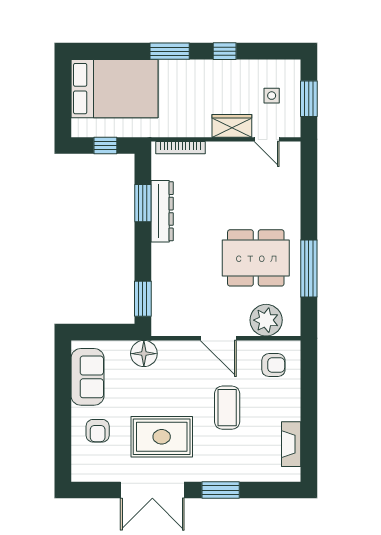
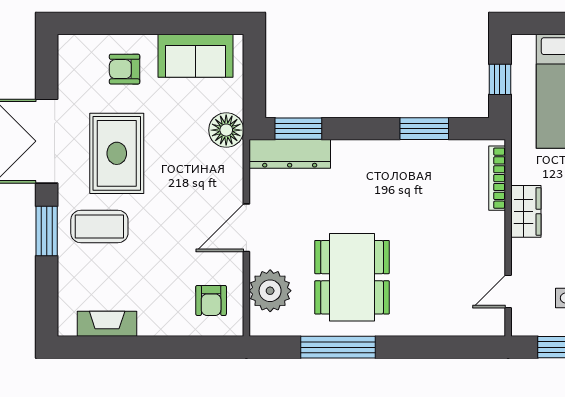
wardrobe: (232, 126) -> (526, 211), moved
dresser: (162, 211) -> (290, 154), moved
coffee table: (227, 408) -> (99, 226), moved

